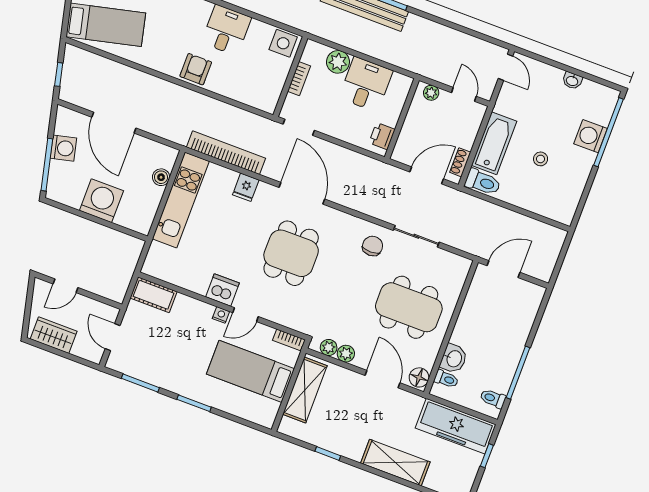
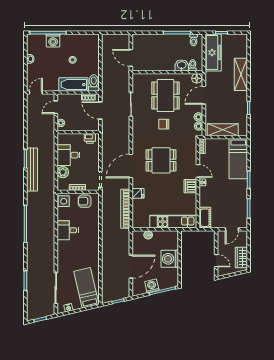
armchair: (196, 69) -> (85, 201), moved
kitchen unit: (181, 200) -> (173, 222), moved
chair: (373, 246) -> (164, 124), moved
bed: (250, 371) -> (238, 159), moved

